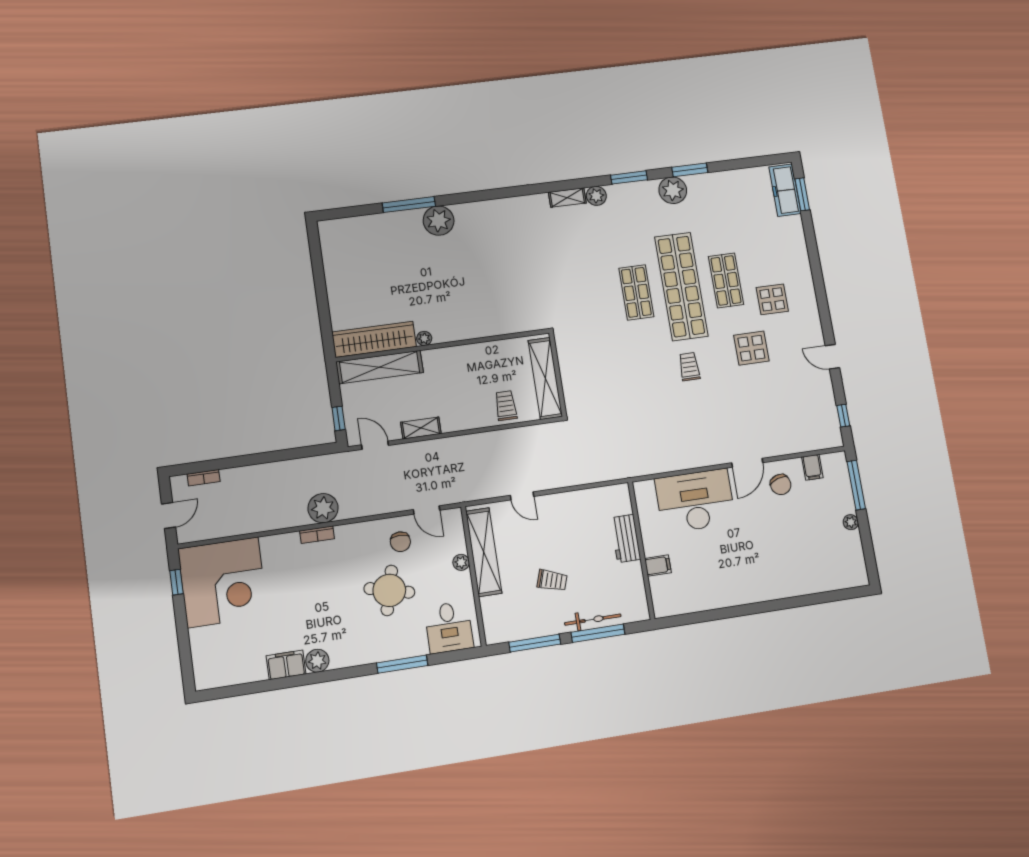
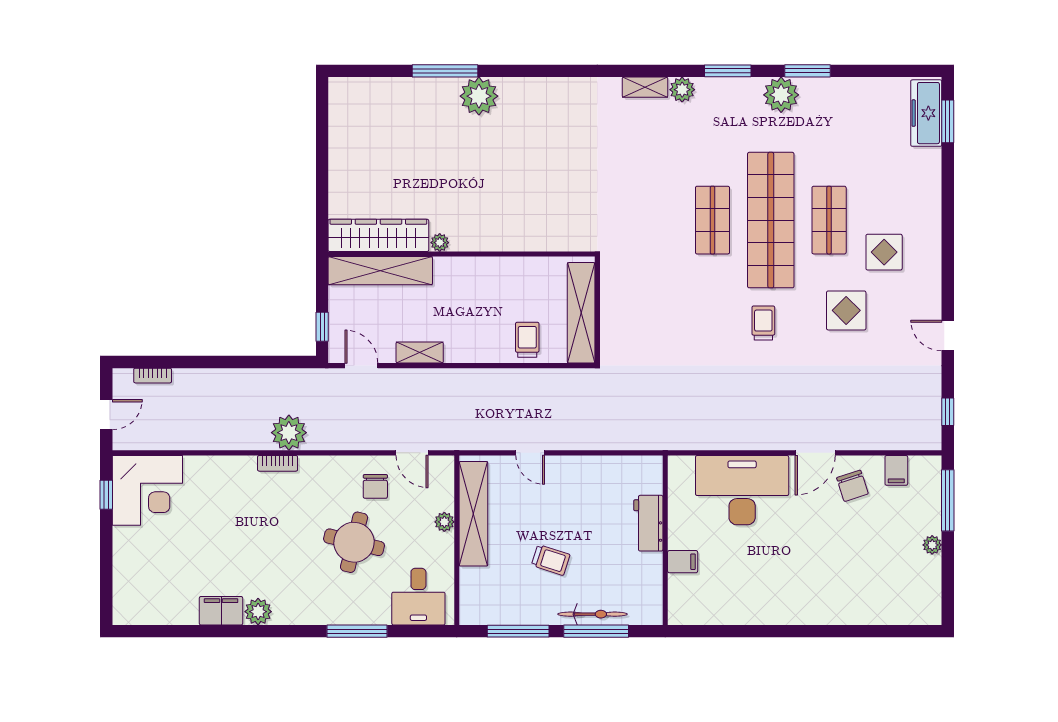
corner desk: (223, 582) -> (147, 490), width x0.74, depth x0.74

